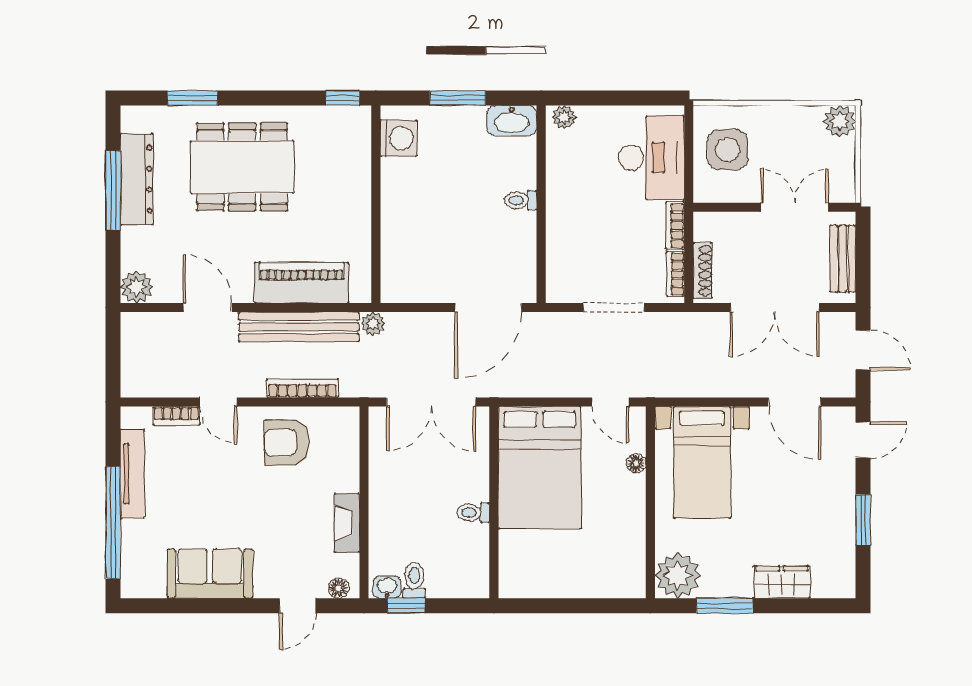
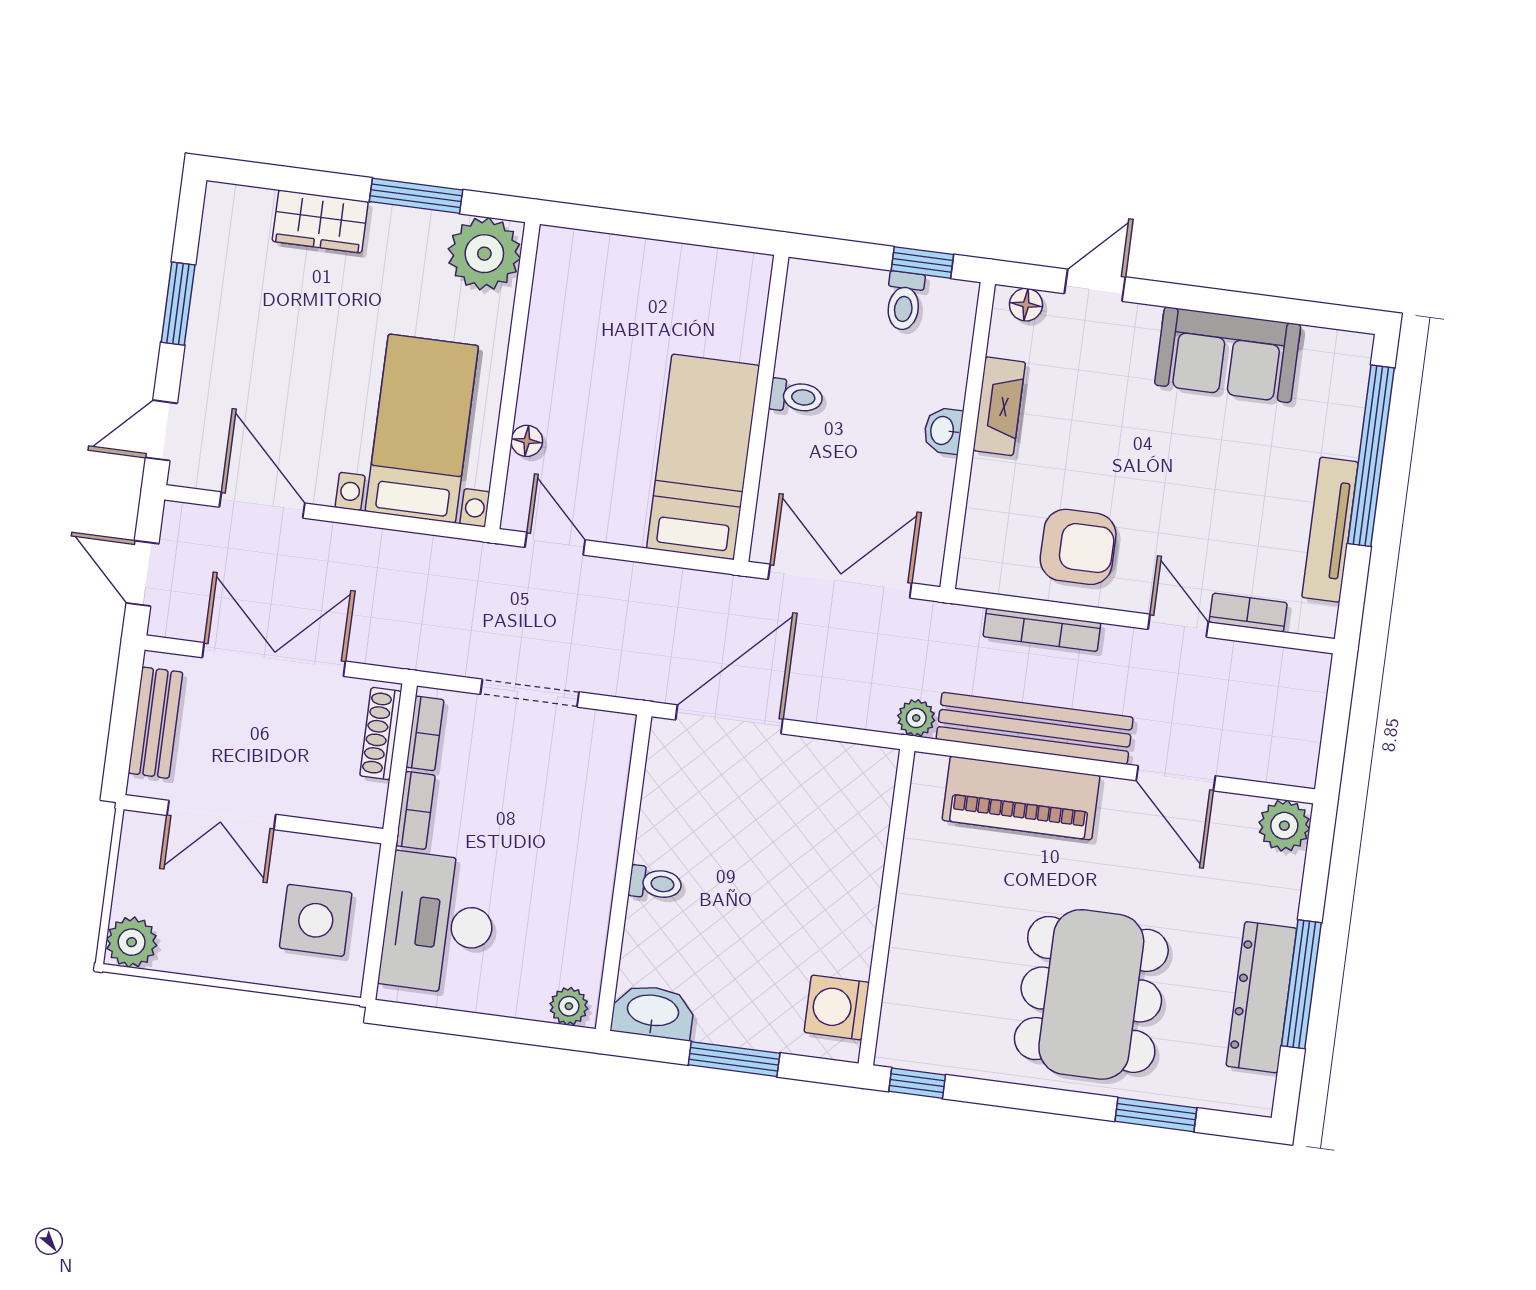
dining table: (242, 167) -> (1091, 994), turned 90
bed: (540, 468) -> (703, 457), width x0.67
washbasin: (387, 587) -> (943, 431), moved, turned 90

